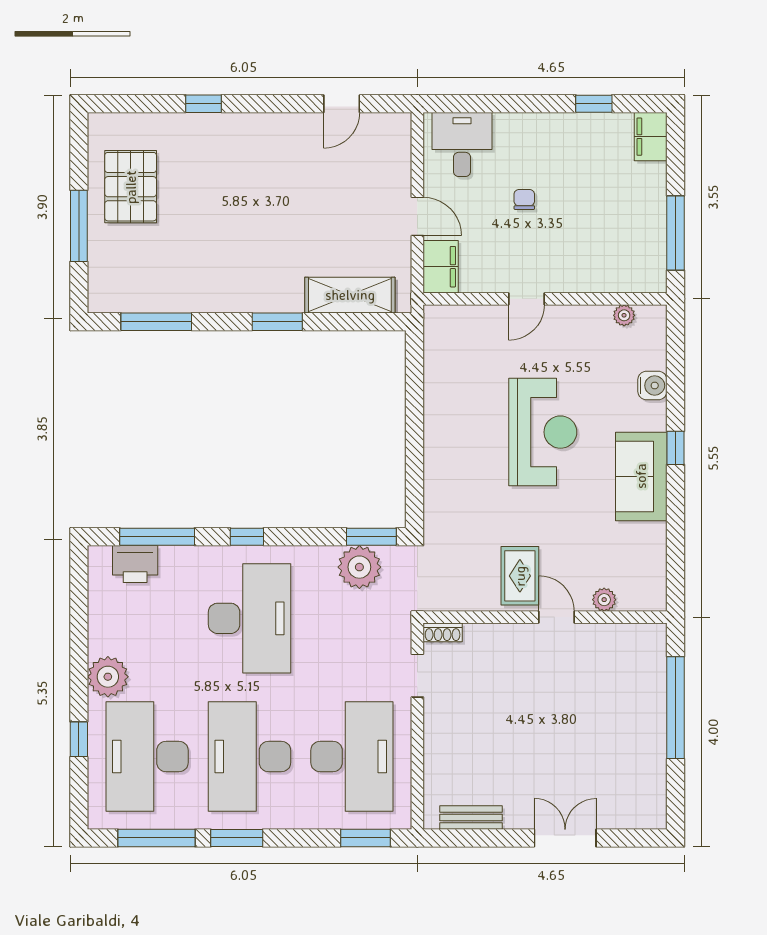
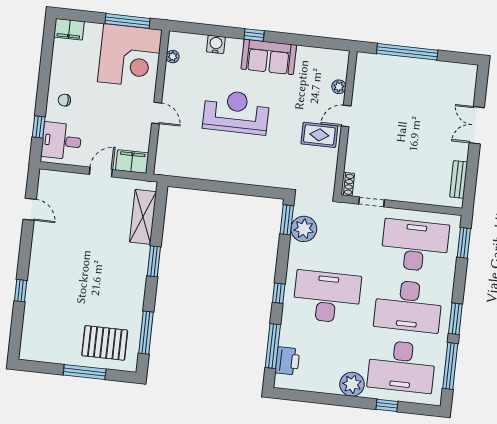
window: (594, 104) -> (39, 127), moved
pallet: (131, 187) -> (105, 343), moved
chair: (524, 199) -> (64, 100), moved
corner desk: (617, 244) -> (130, 56), added

